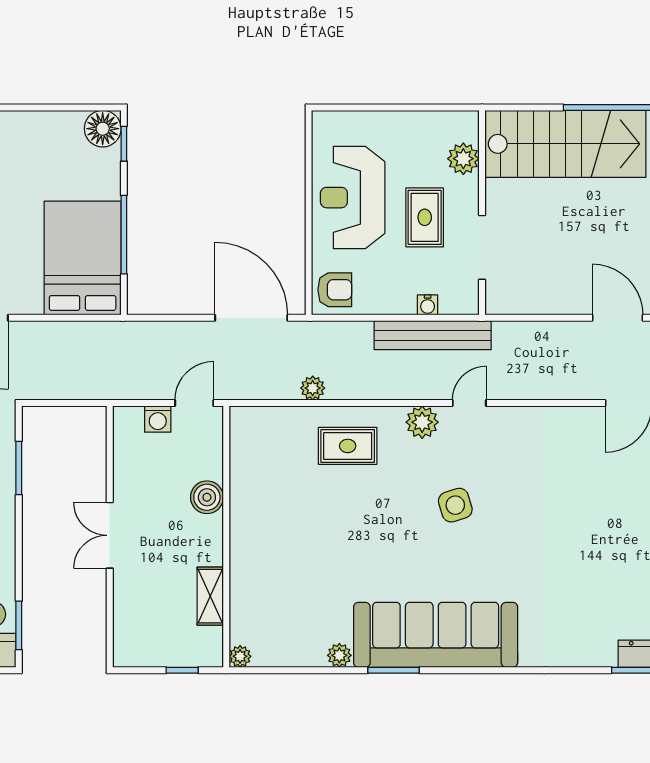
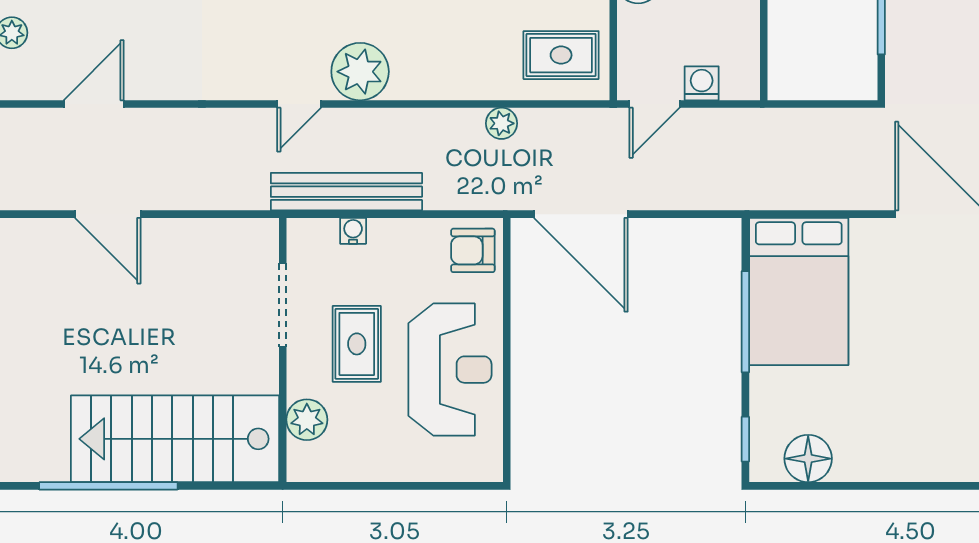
floor lamp: (103, 129) -> (808, 459), moved
plant: (422, 422) -> (360, 72), width x1.36, depth x1.36
rug: (348, 446) -> (561, 55), moved

